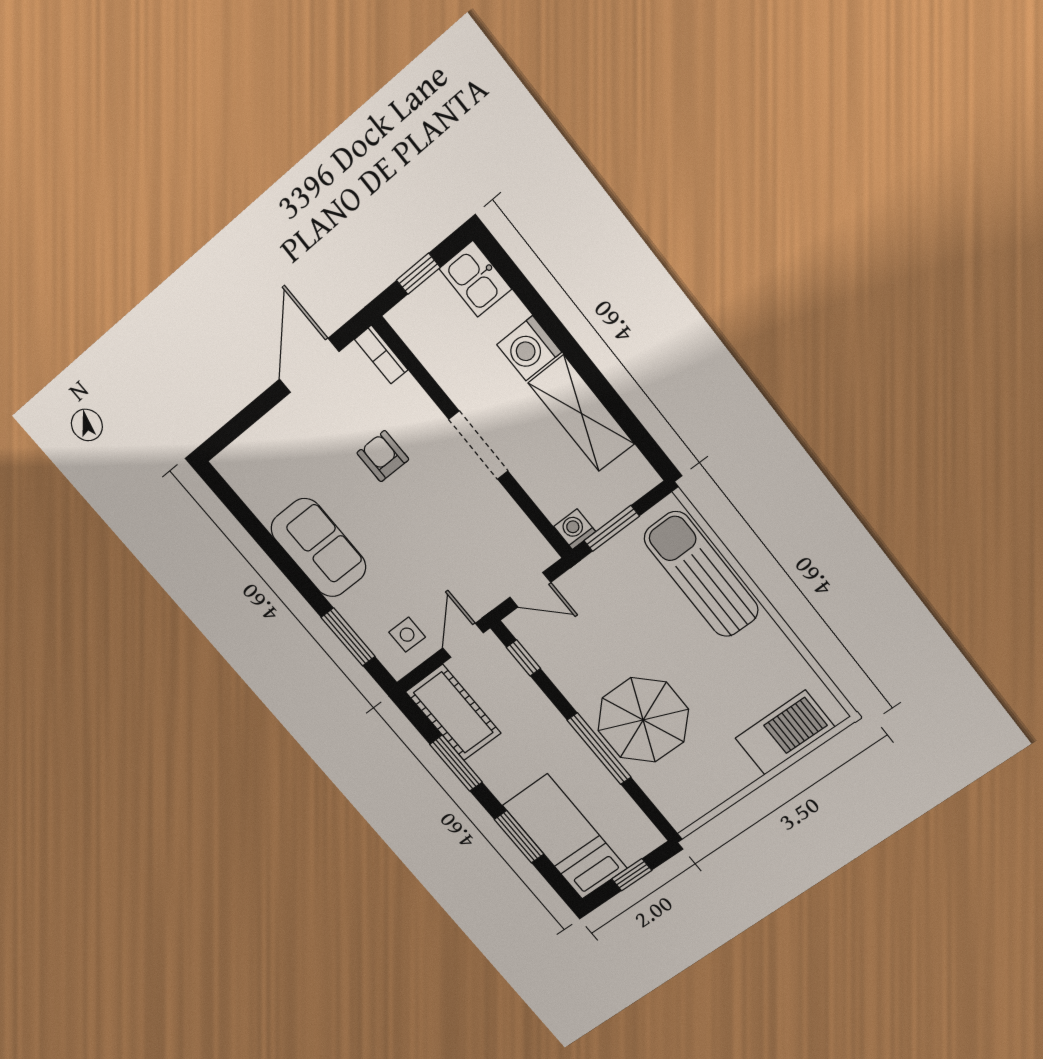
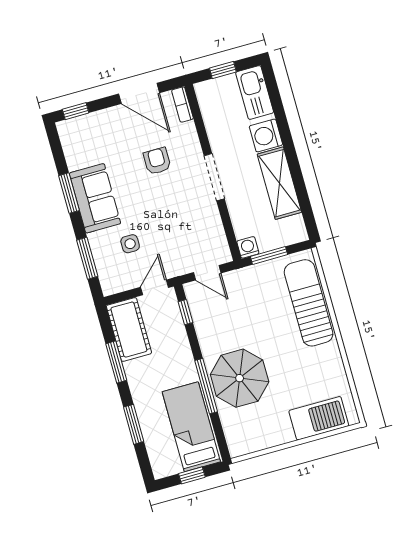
kitchen sink: (475, 279) -> (255, 92), width x1.38
door: (309, 365) -> (139, 93), swing flipped
window: (230, 432) -> (76, 111), added
window: (278, 555) -> (69, 193), added
side table: (407, 635) -> (130, 244), moved
bed: (565, 837) -> (191, 427), moved

